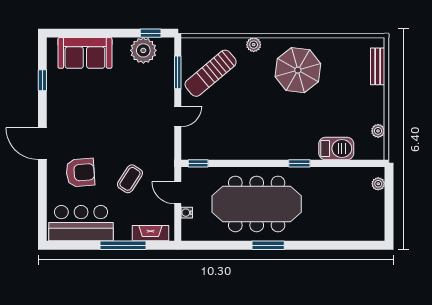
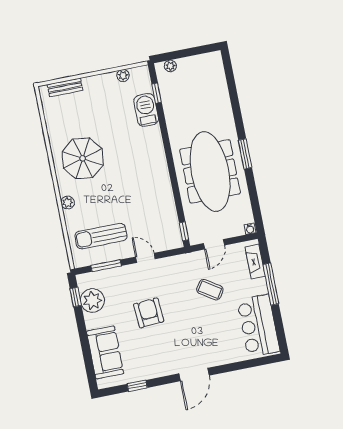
sun lounger: (211, 73) -> (101, 236), turned 130
window: (299, 163) -> (157, 93), moved
armchair: (80, 173) -> (149, 313), moved
water cooler: (187, 213) -> (250, 229), moved

